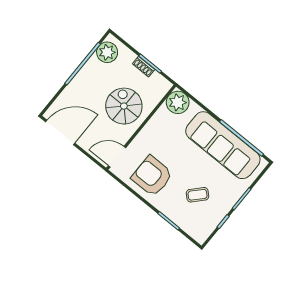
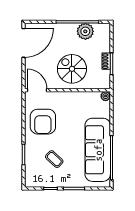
plant: (107, 52) -> (85, 31), moved
plant: (178, 102) -> (106, 96), width x0.53, depth x0.53
spiral stairs: (124, 106) -> (72, 69), turned -90
door: (60, 132) -> (24, 43), hinge flipped
armchair: (152, 176) -> (43, 122), turned 180

